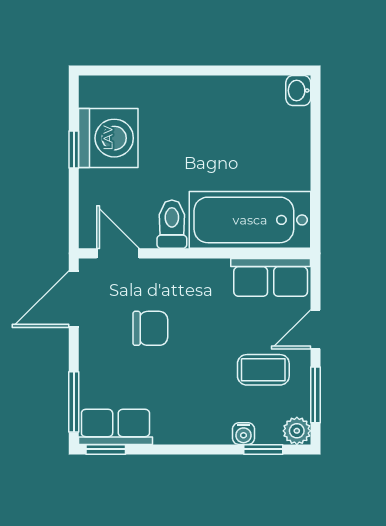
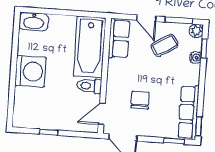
washbasin: (298, 91) -> (34, 22), width x1.91, depth x1.45
washing machine: (108, 138) -> (31, 71), moved, turned 90
coffee table: (263, 370) -> (165, 46), turned 58
window: (74, 402) -> (174, 141), width x0.67
row of seats: (115, 427) -> (189, 112), width x1.48

